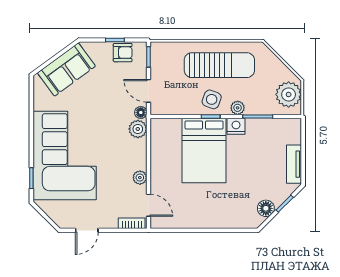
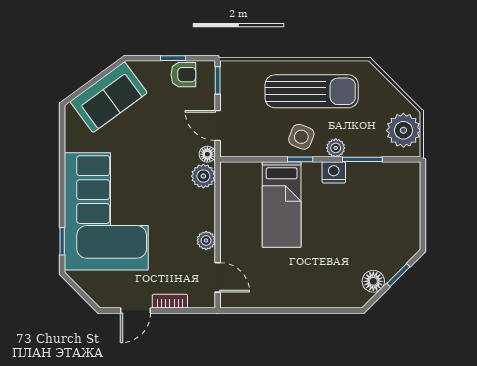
bed: (204, 150) -> (282, 205), width x0.67
tv unit: (294, 164) -> (411, 223), removed
bookcase: (132, 223) -> (170, 301), moved

